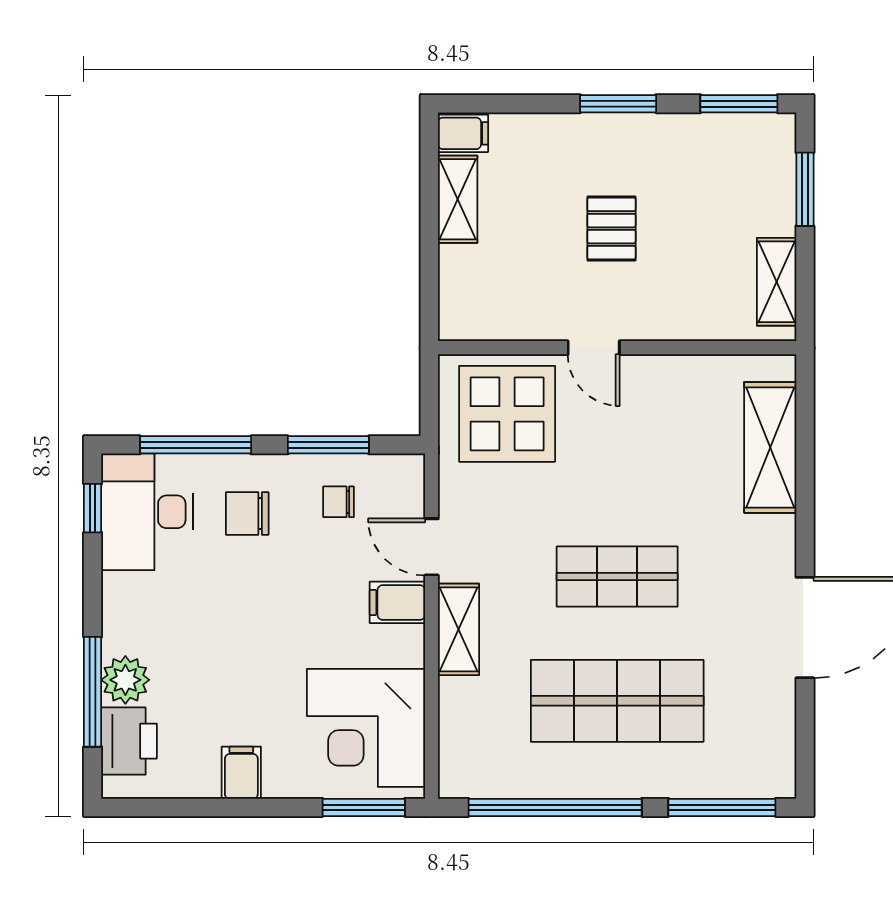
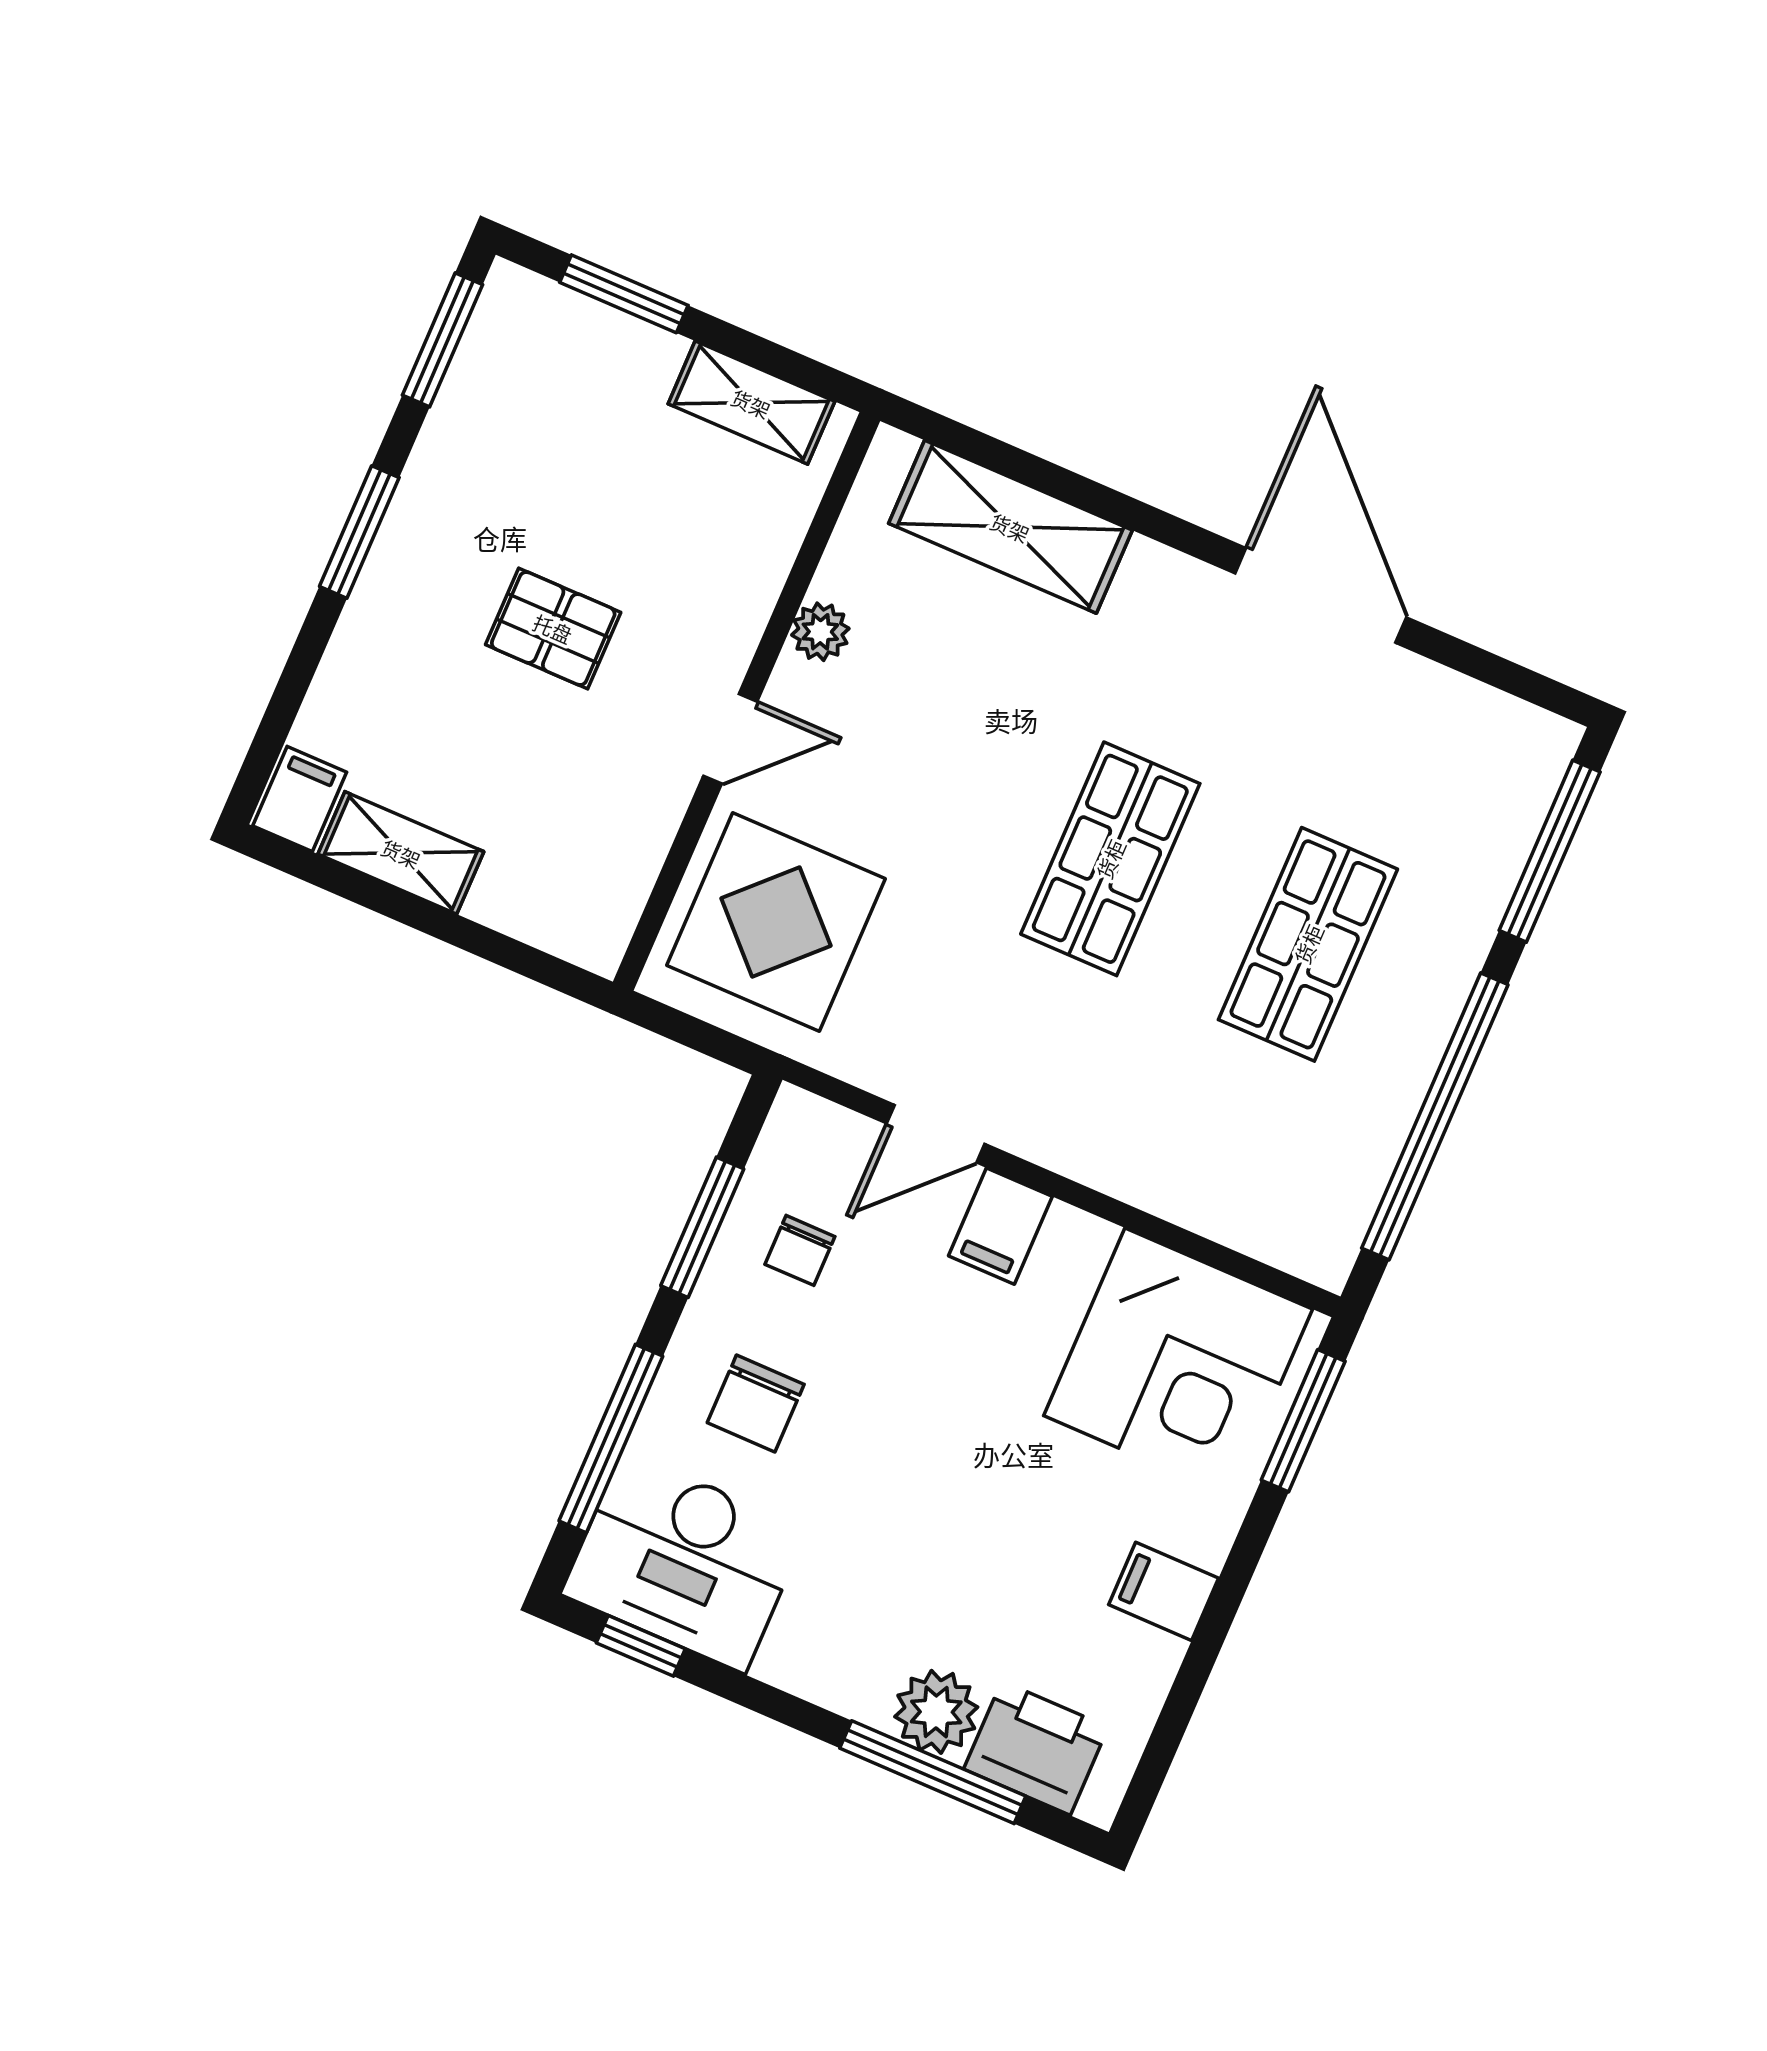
plant: (671, 371) -> (820, 632), added
shelving: (459, 629) -> (1085, 1147), removed
shop shelf: (617, 701) -> (1308, 944), width x0.70, depth x0.74

